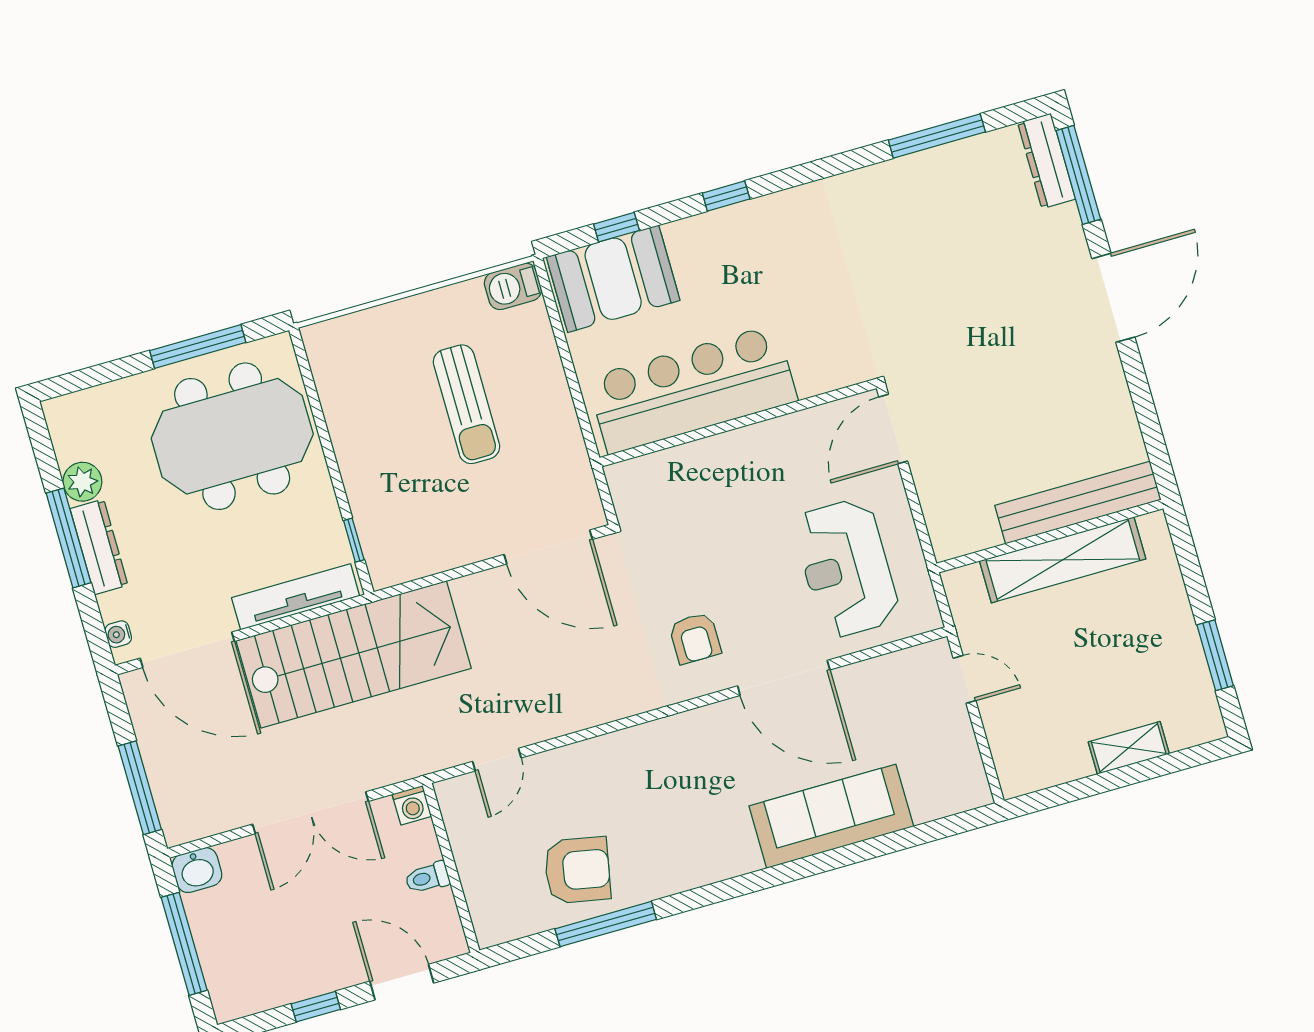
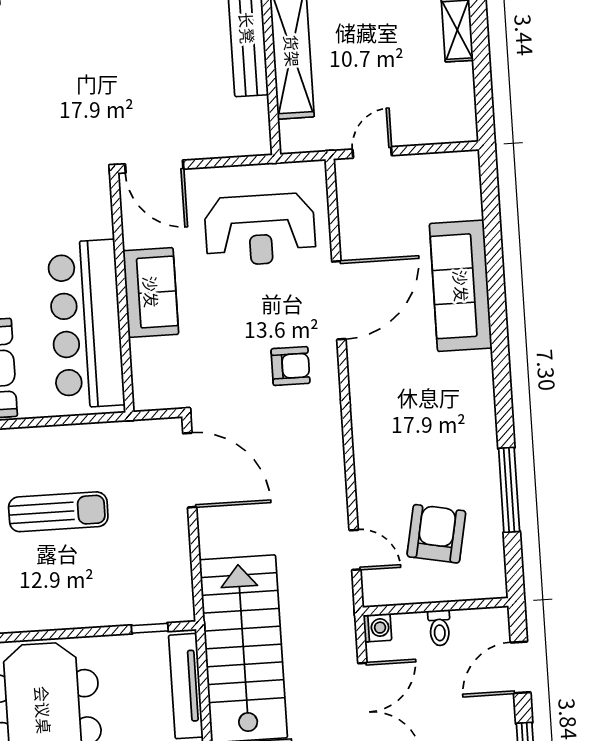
sofa: (745, 457) -> (151, 292), added
door: (548, 547) -> (190, 470), hinge flipped
armchair: (577, 870) -> (436, 534), moved

